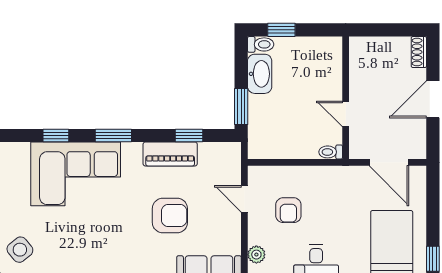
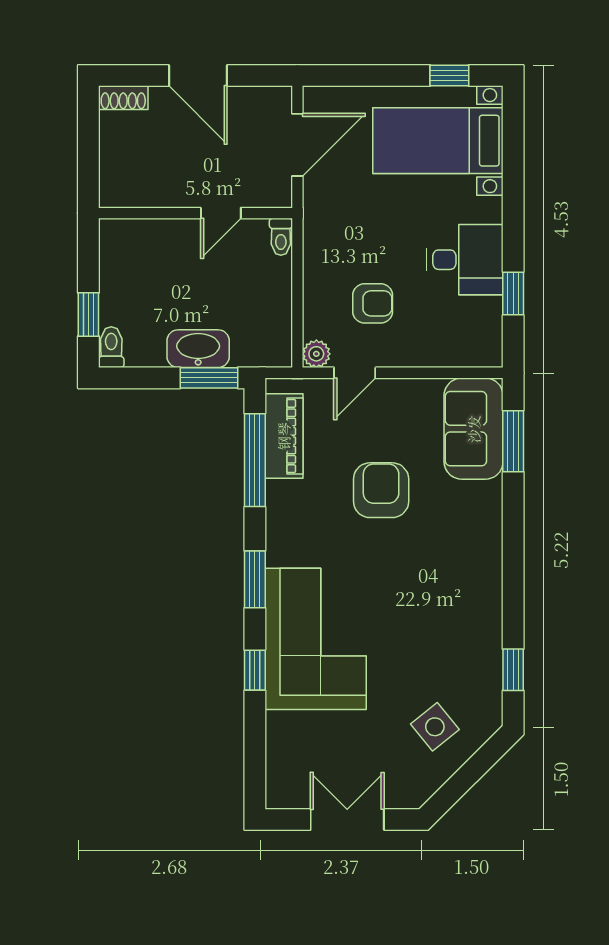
washbasin: (260, 74) -> (198, 349), moved
window: (189, 136) -> (255, 460), width x2.17
piano: (170, 154) -> (284, 436), moved
plant: (256, 255) -> (316, 354), moved

